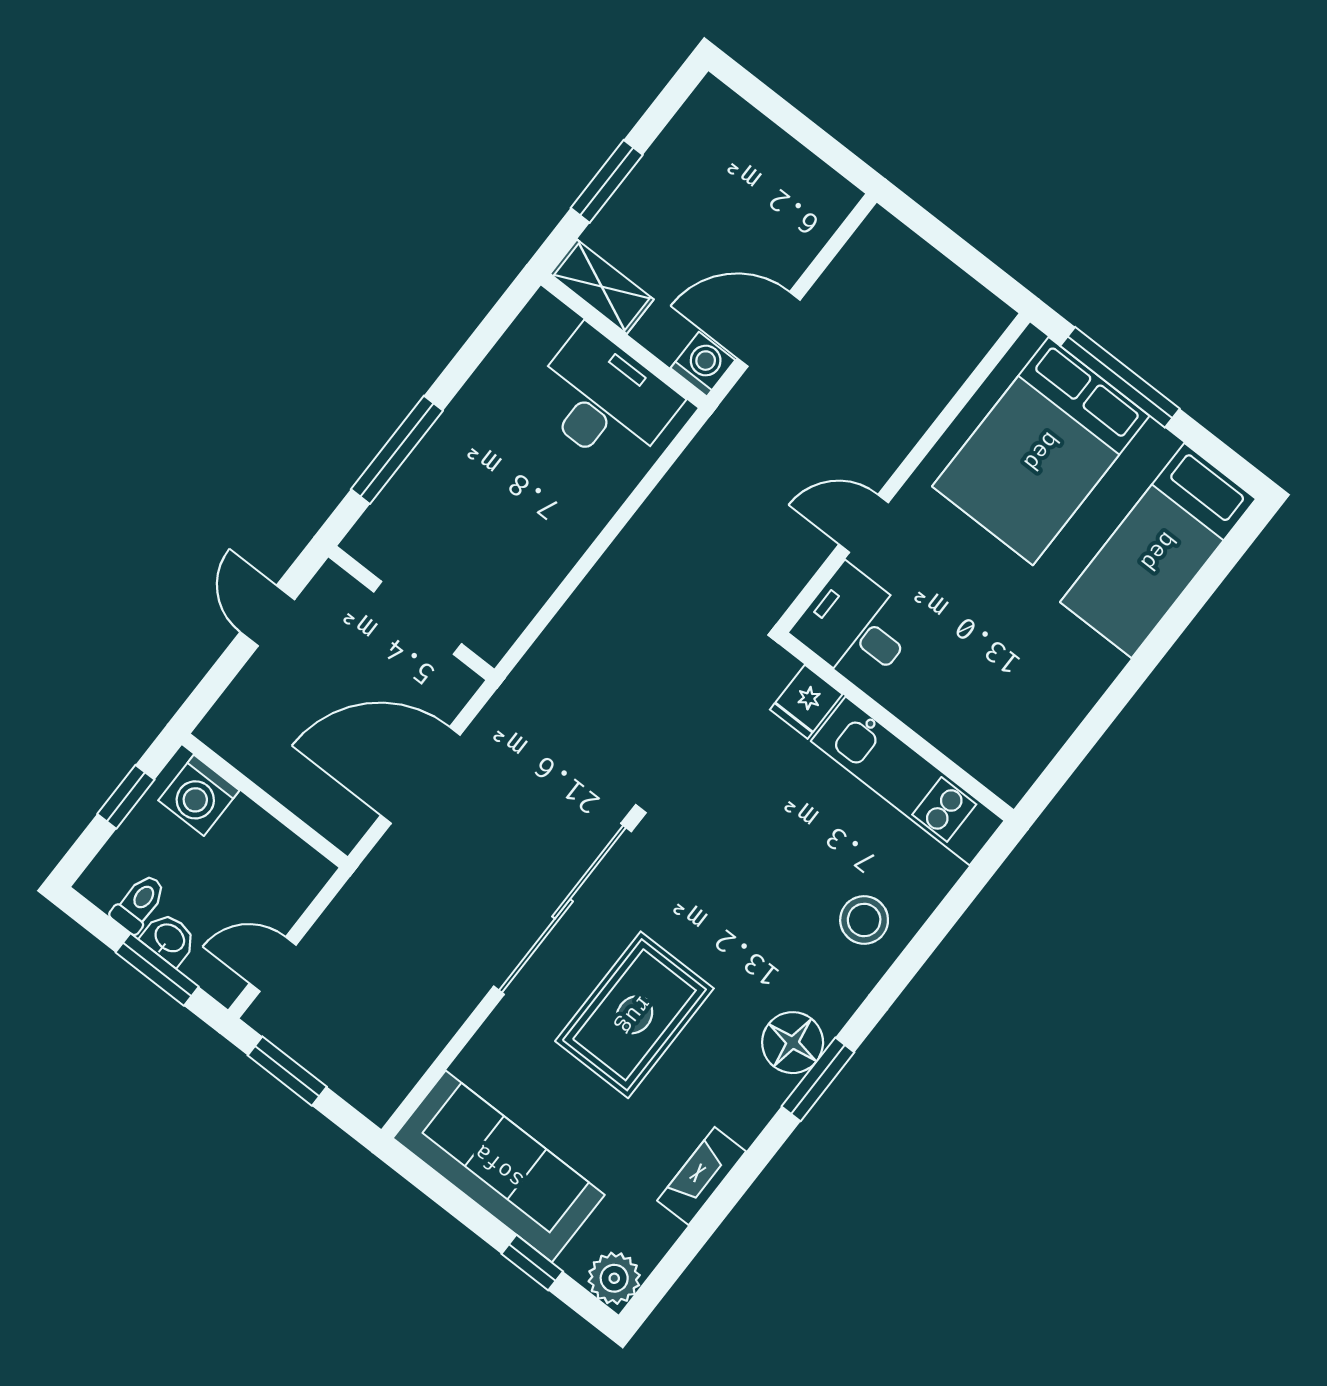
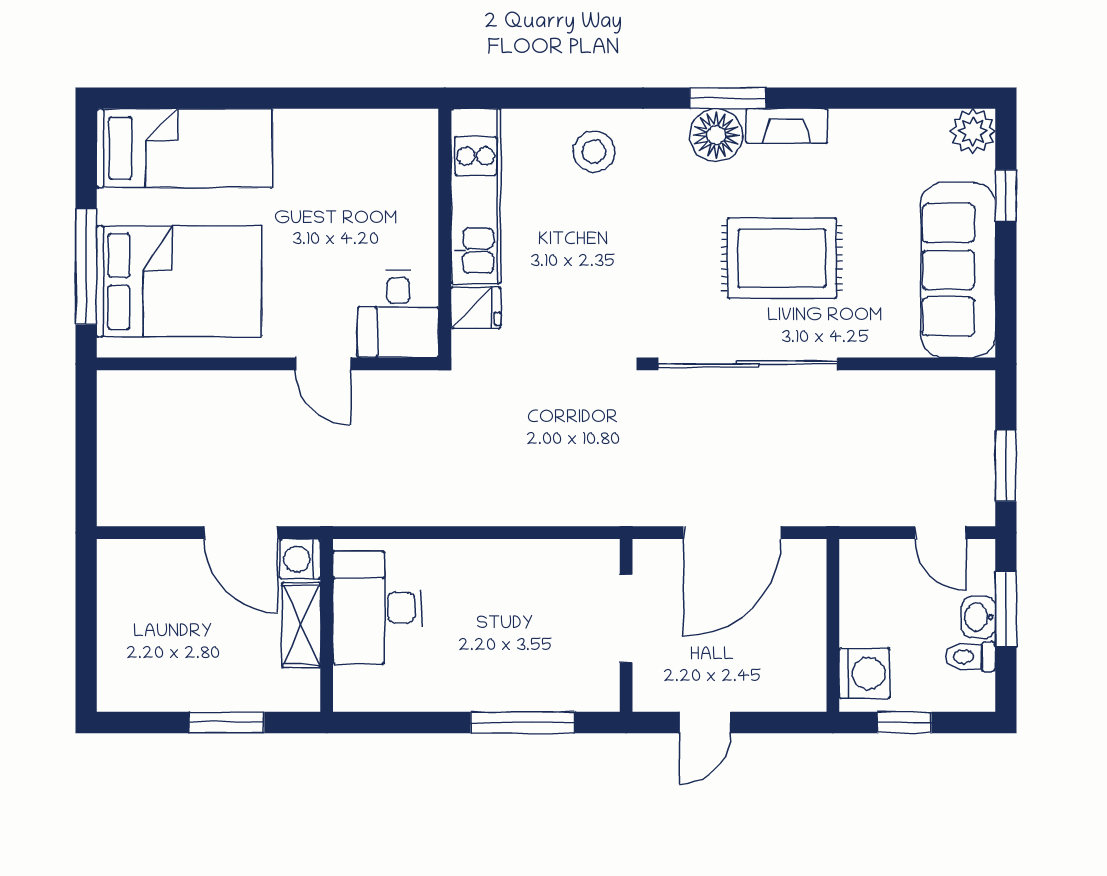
shelving: (602, 287) -> (301, 625), moved
door: (420, 775) -> (732, 533), hinge flipped
fireplace: (702, 1176) -> (787, 126), moved

